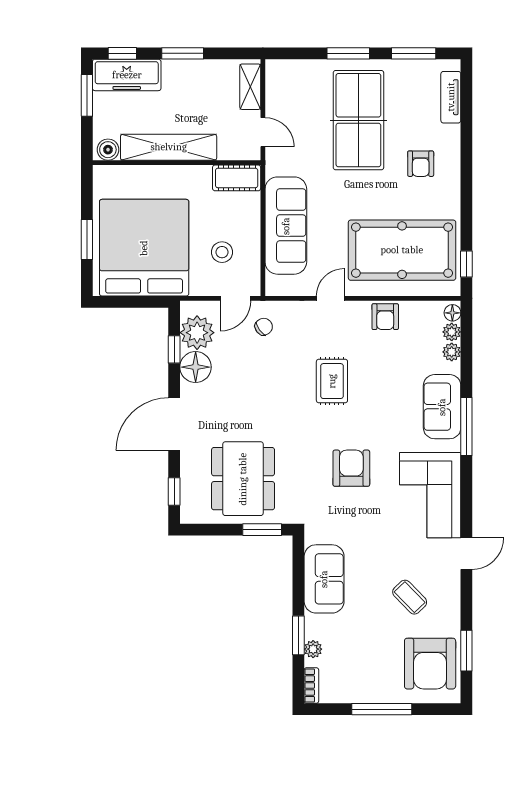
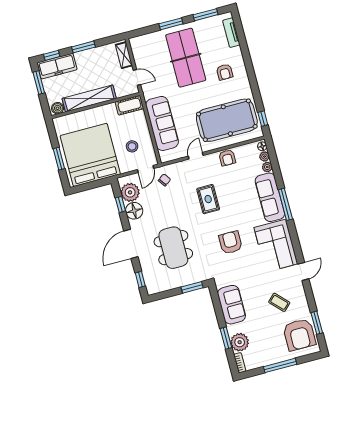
sofa: (442, 407) -> (270, 197), width x1.36
dining table: (243, 479) -> (173, 248), moved
plant: (313, 649) -> (240, 342), width x1.88, depth x1.88

